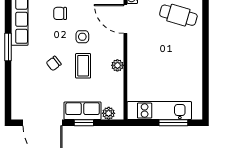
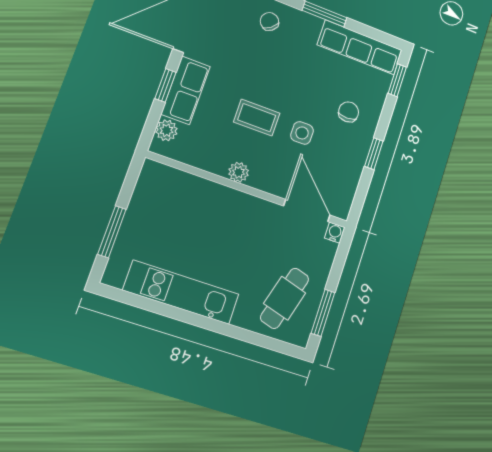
door: (125, 19) -> (307, 211), hinge flipped
chair: (54, 63) -> (270, 21), moved
kitchen unit: (159, 111) -> (181, 292), moved, turned -90

